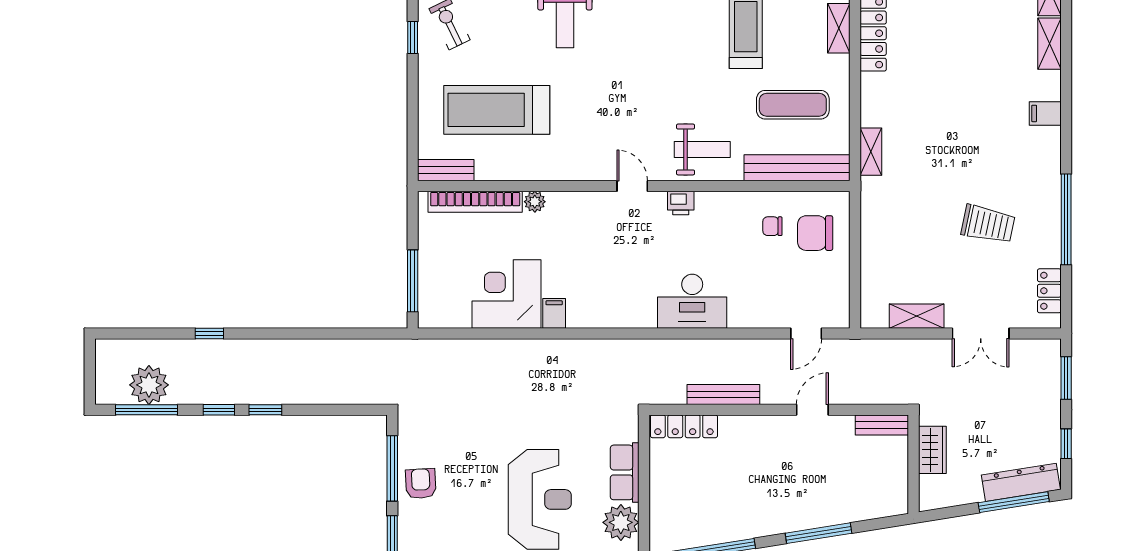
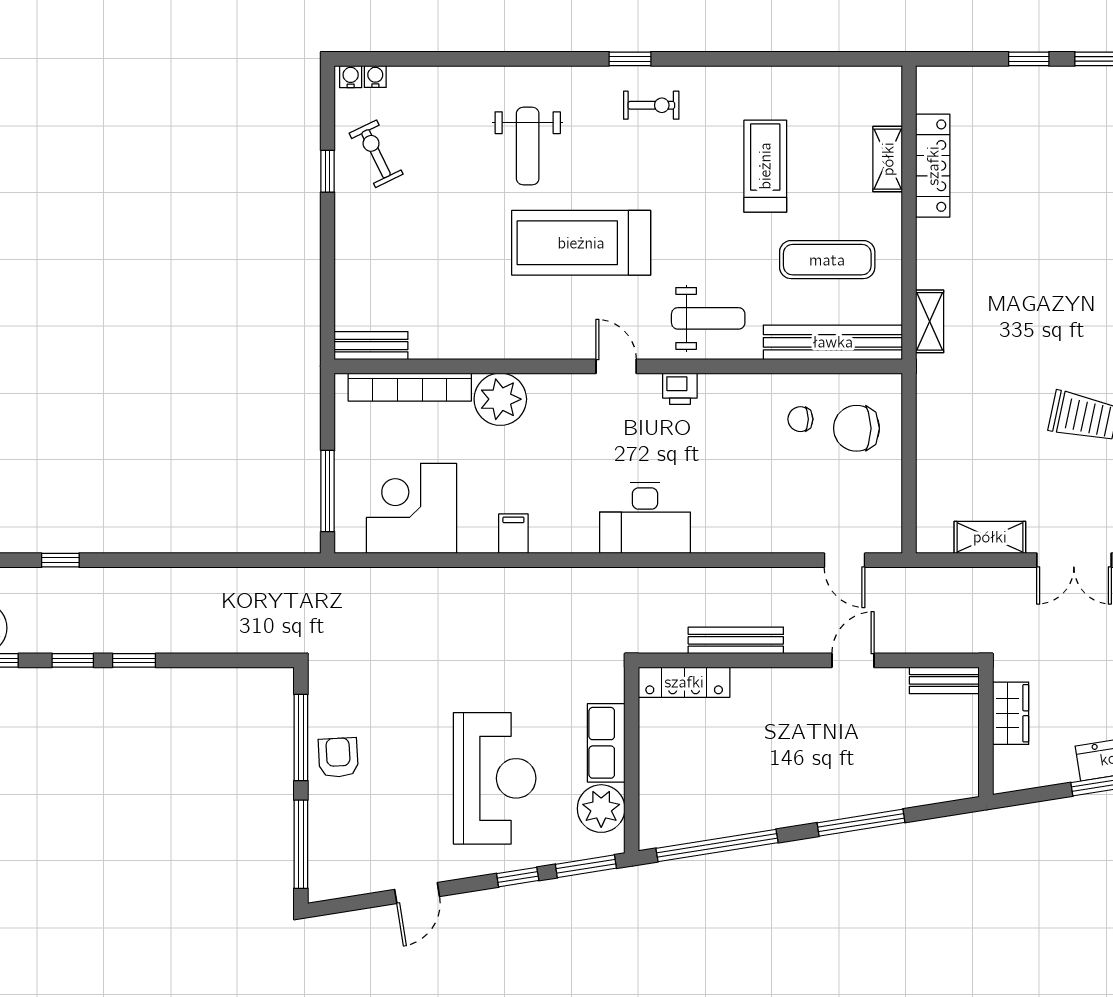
treadmill: (497, 110) -> (581, 243), moved
plant: (535, 202) -> (500, 399), width x1.88, depth x1.88
corner desk: (506, 294) -> (412, 508), moved
desk: (692, 301) -> (645, 518), moved
door: (806, 333) -> (845, 560), hinge flipped

